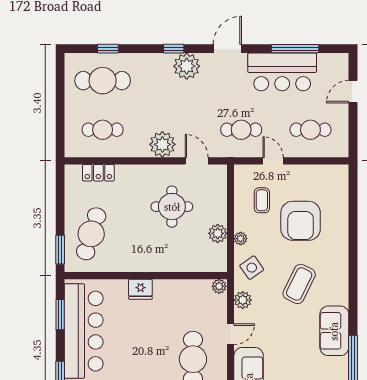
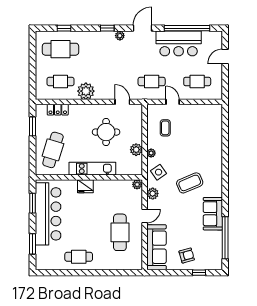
window: (295, 49) -> (187, 28), width x1.46
plant: (187, 66) -> (120, 36), width x0.53, depth x0.53
plant: (162, 144) -> (86, 91), moved
armchair: (301, 221) -> (191, 141), removed
window: (60, 250) -> (33, 126), moved
kitchen unit: (151, 262) -> (92, 169), added
coffee table: (299, 284) -> (190, 183), turned 41

